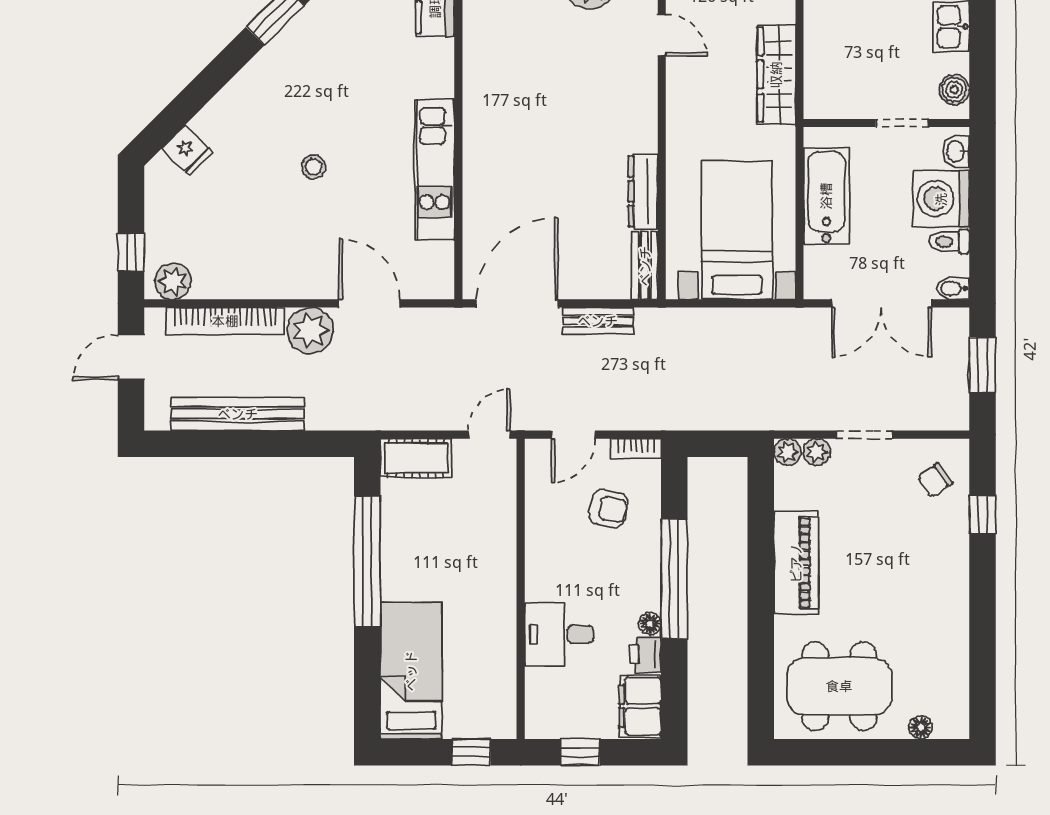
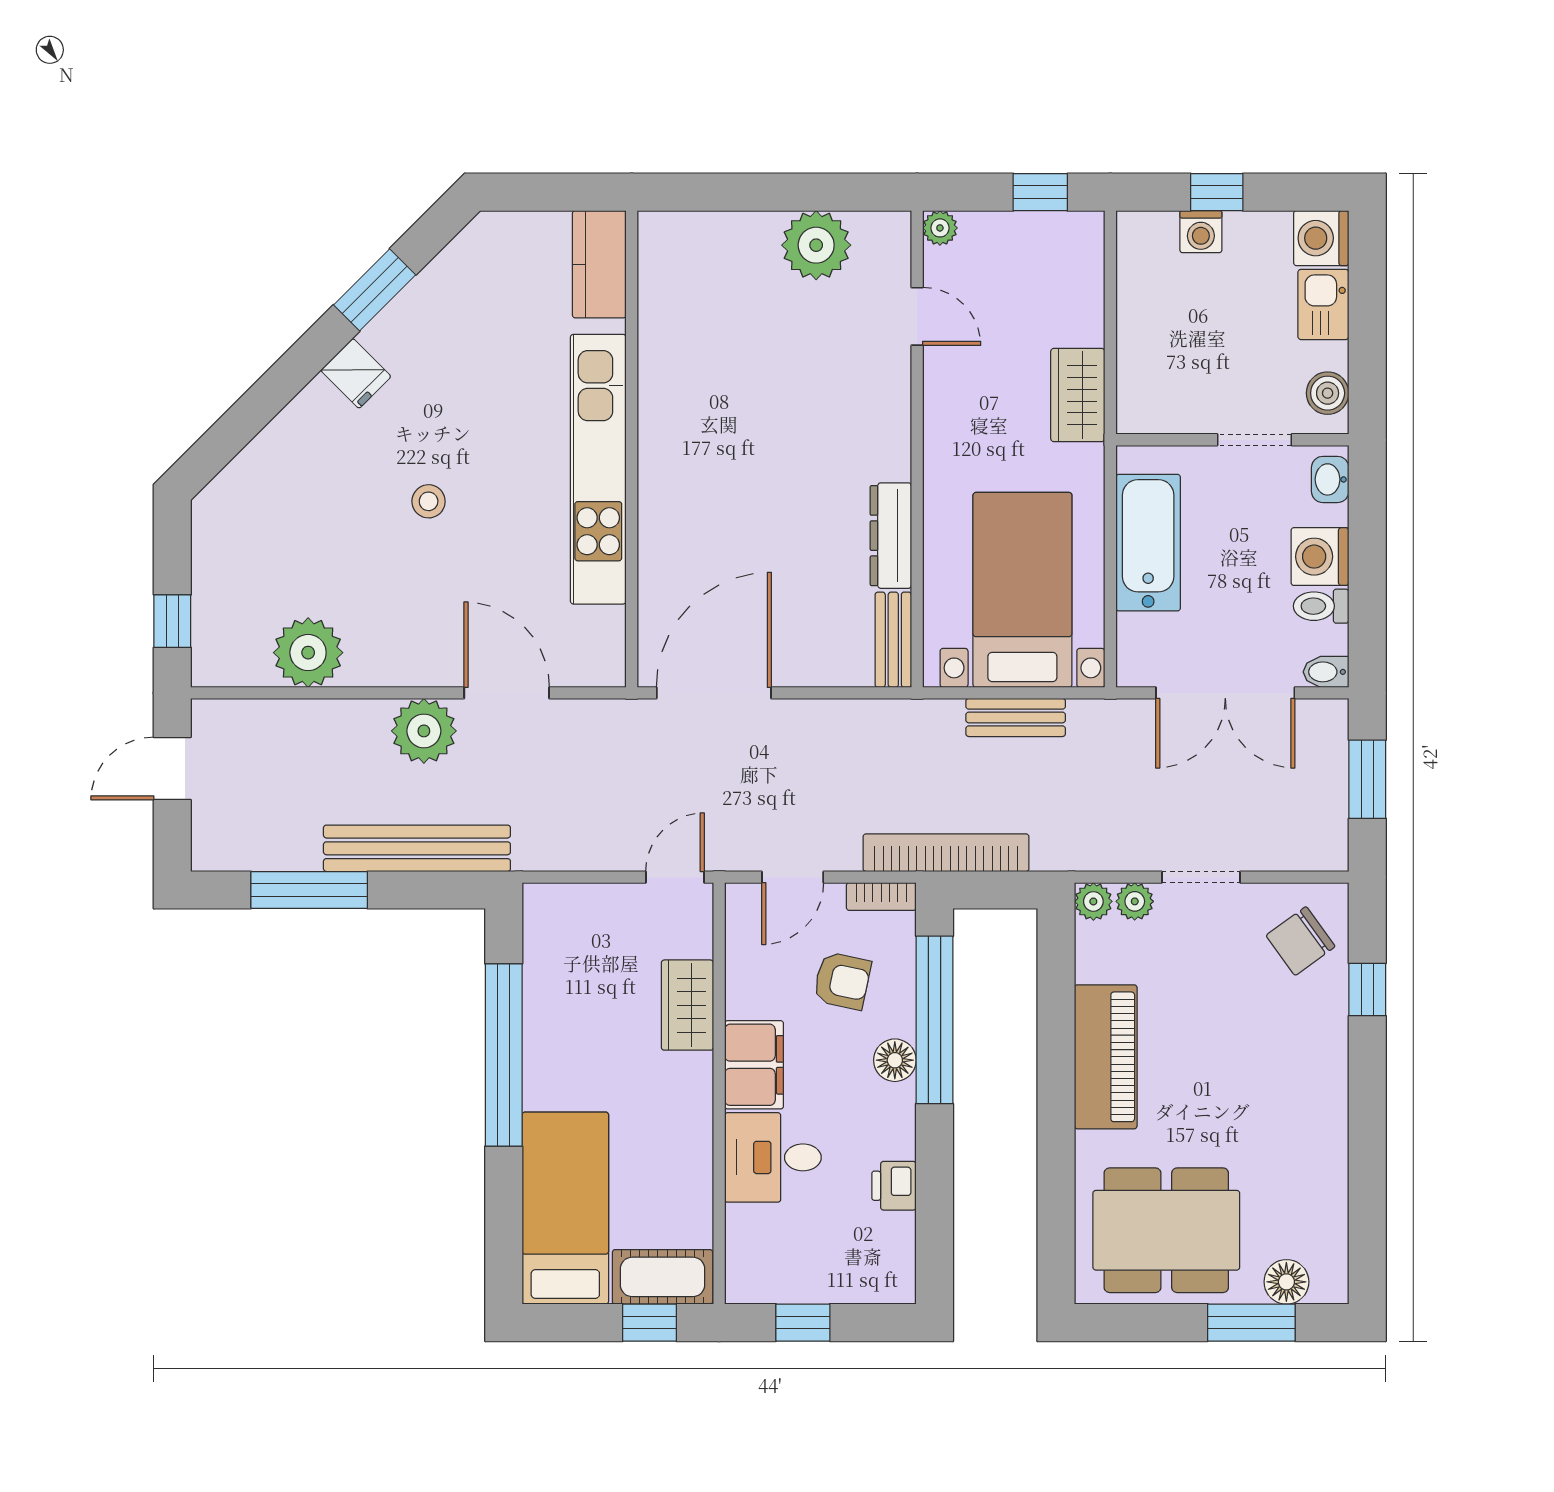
wardrobe: (776, 75) -> (1078, 395), width x0.67
fridge: (187, 150) -> (356, 373), moved
kitchen unit: (435, 170) -> (598, 469), width x1.36
washing machine: (941, 199) -> (1320, 557), width x0.73, depth x0.73
plant: (173, 281) -> (308, 653), moved, width x1.36, depth x1.36
bookcase: (225, 321) -> (946, 853), moved, turned 180
bench: (598, 321) -> (1016, 717), moved
bench: (238, 414) -> (417, 848), moved
window: (229, 444) -> (309, 890), added
cot: (416, 458) -> (663, 1277), moved
chair: (935, 480) -> (1301, 941), width x1.37, depth x1.37
wardrobe: (498, 526) -> (687, 1005), added
window: (674, 579) -> (935, 1020), moved
floor lamp: (650, 624) -> (895, 1060), moved, width x1.37, depth x1.37
filing cabinet: (640, 706) -> (754, 1065), moved, turned 180
floor lamp: (921, 727) -> (1286, 1282), width x1.37, depth x1.37
window: (900, 752) -> (1251, 1323), added

